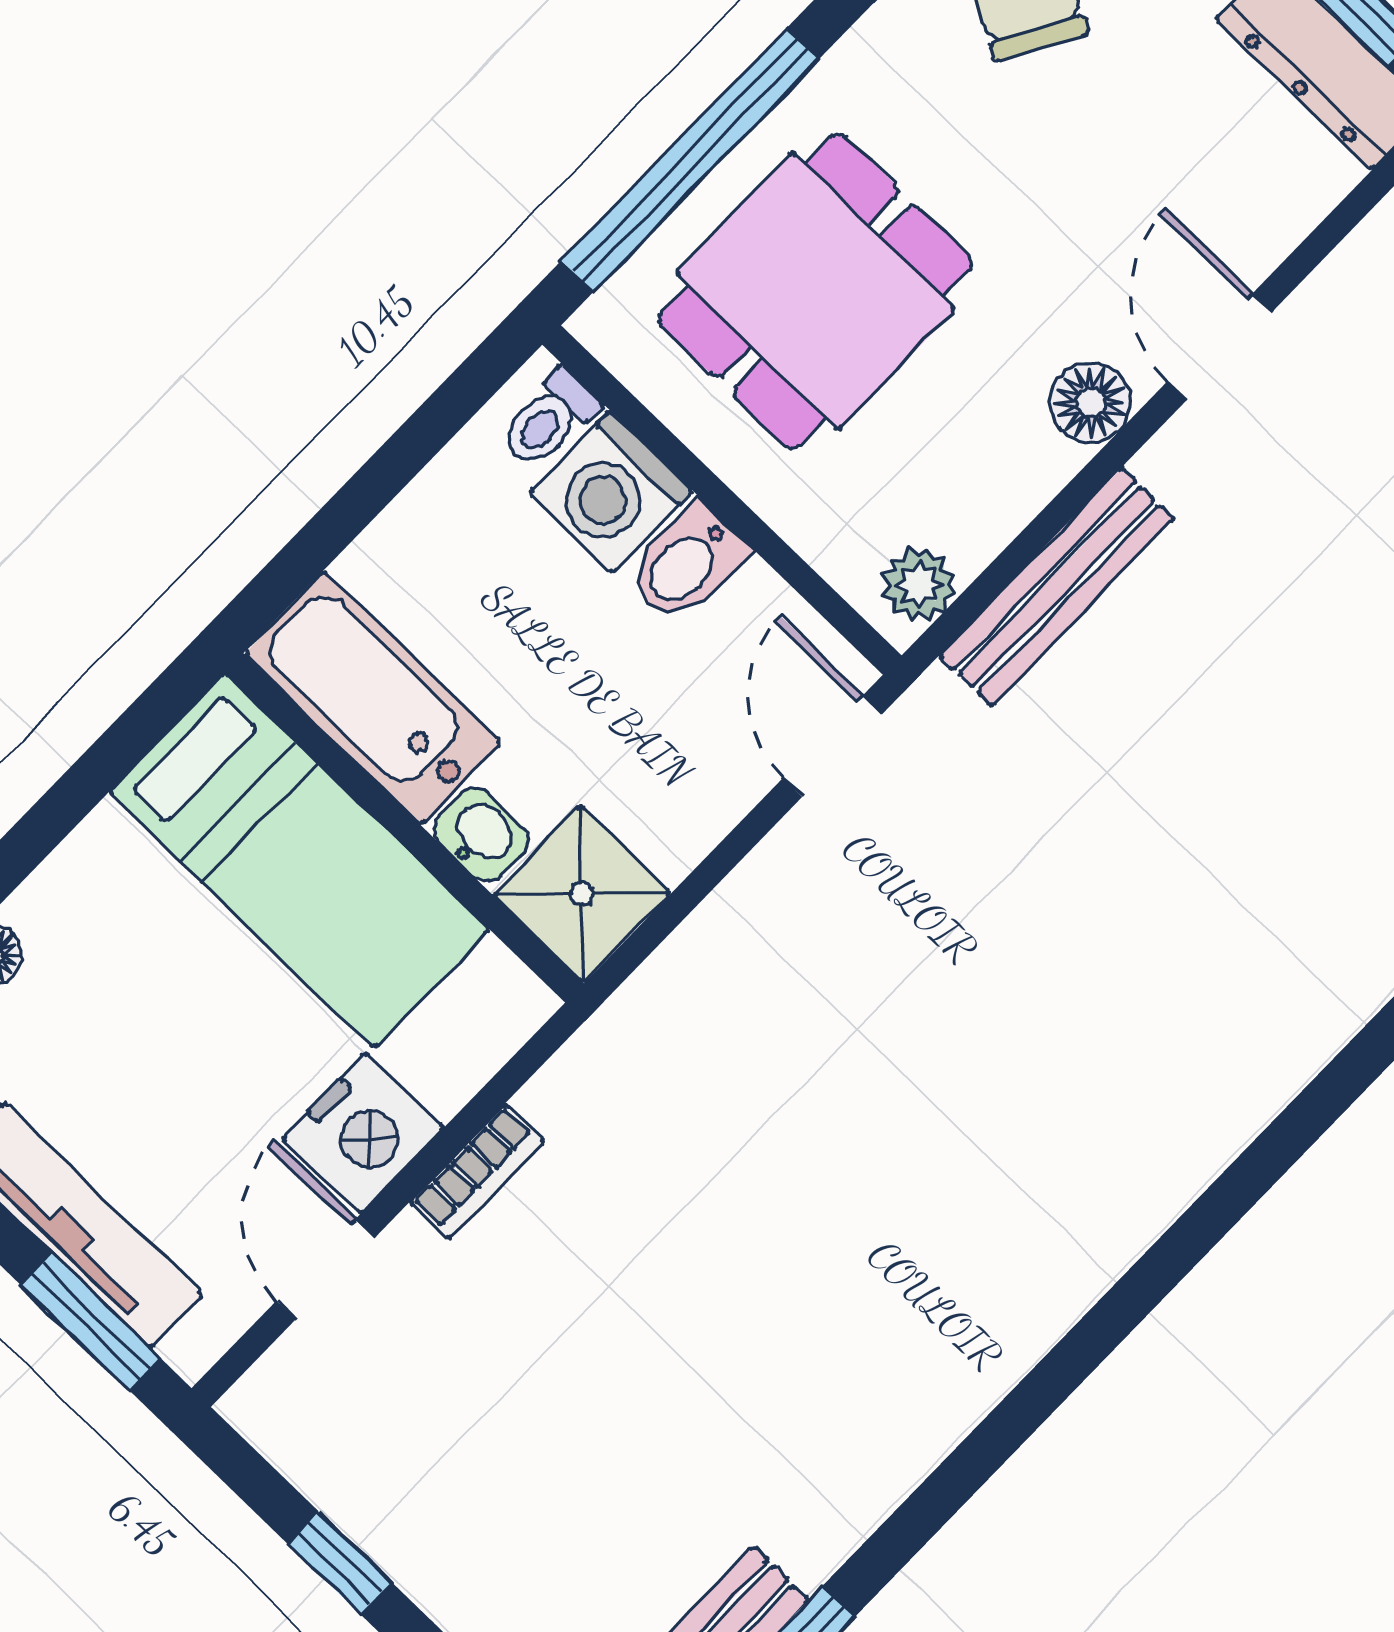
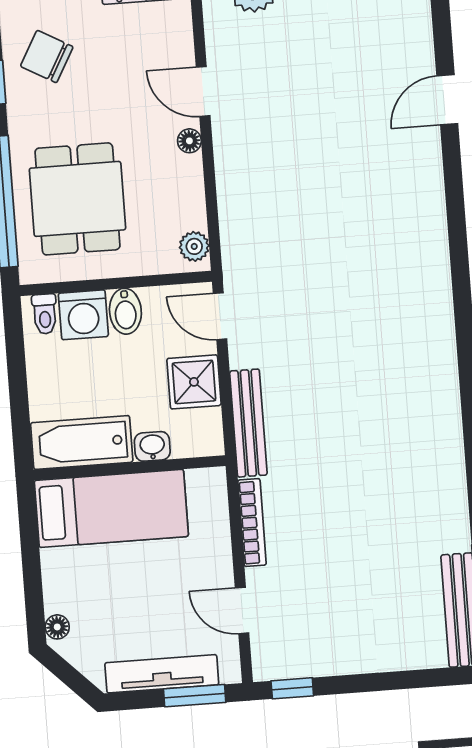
floor lamp: (1091, 403) -> (189, 141), width x0.73, depth x0.73
bench: (1057, 587) -> (248, 423), moved
shower: (582, 894) -> (194, 382), moved
nightstand: (363, 1133) -> (211, 562), removed
bookcase: (477, 1171) -> (252, 523), width x1.56
window: (340, 1563) -> (292, 688), moved

